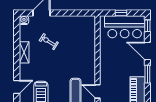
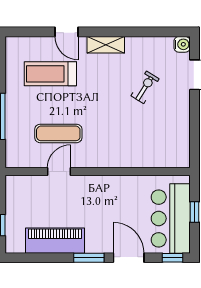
door: (147, 51) -> (129, 258), hinge flipped
shelving: (24, 52) -> (106, 45), moved

